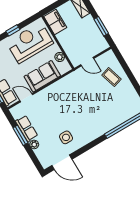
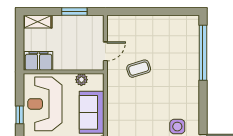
coffee table: (112, 77) -> (139, 69), moved

